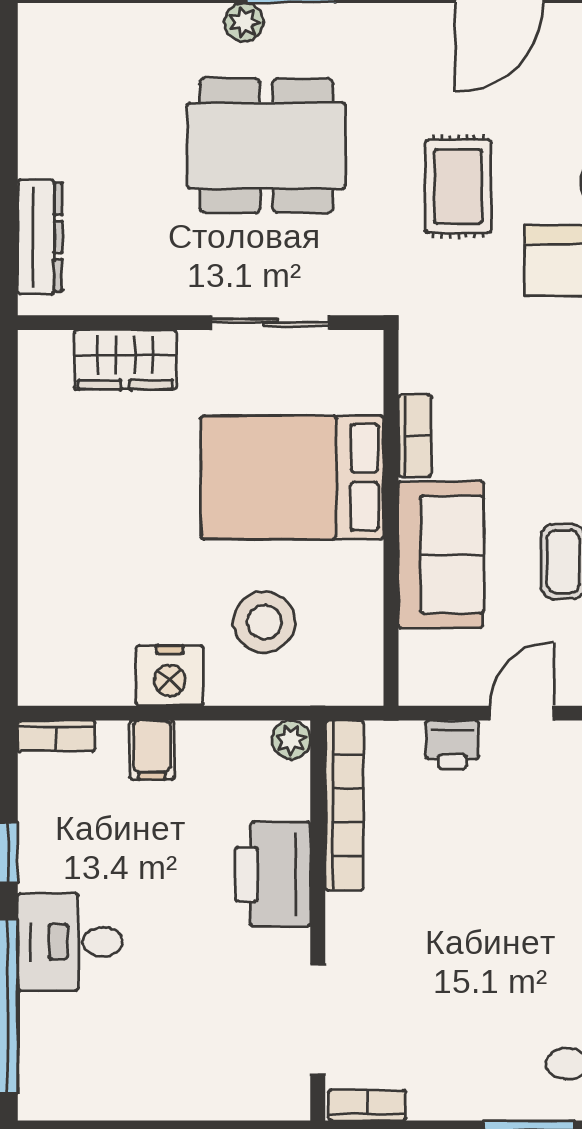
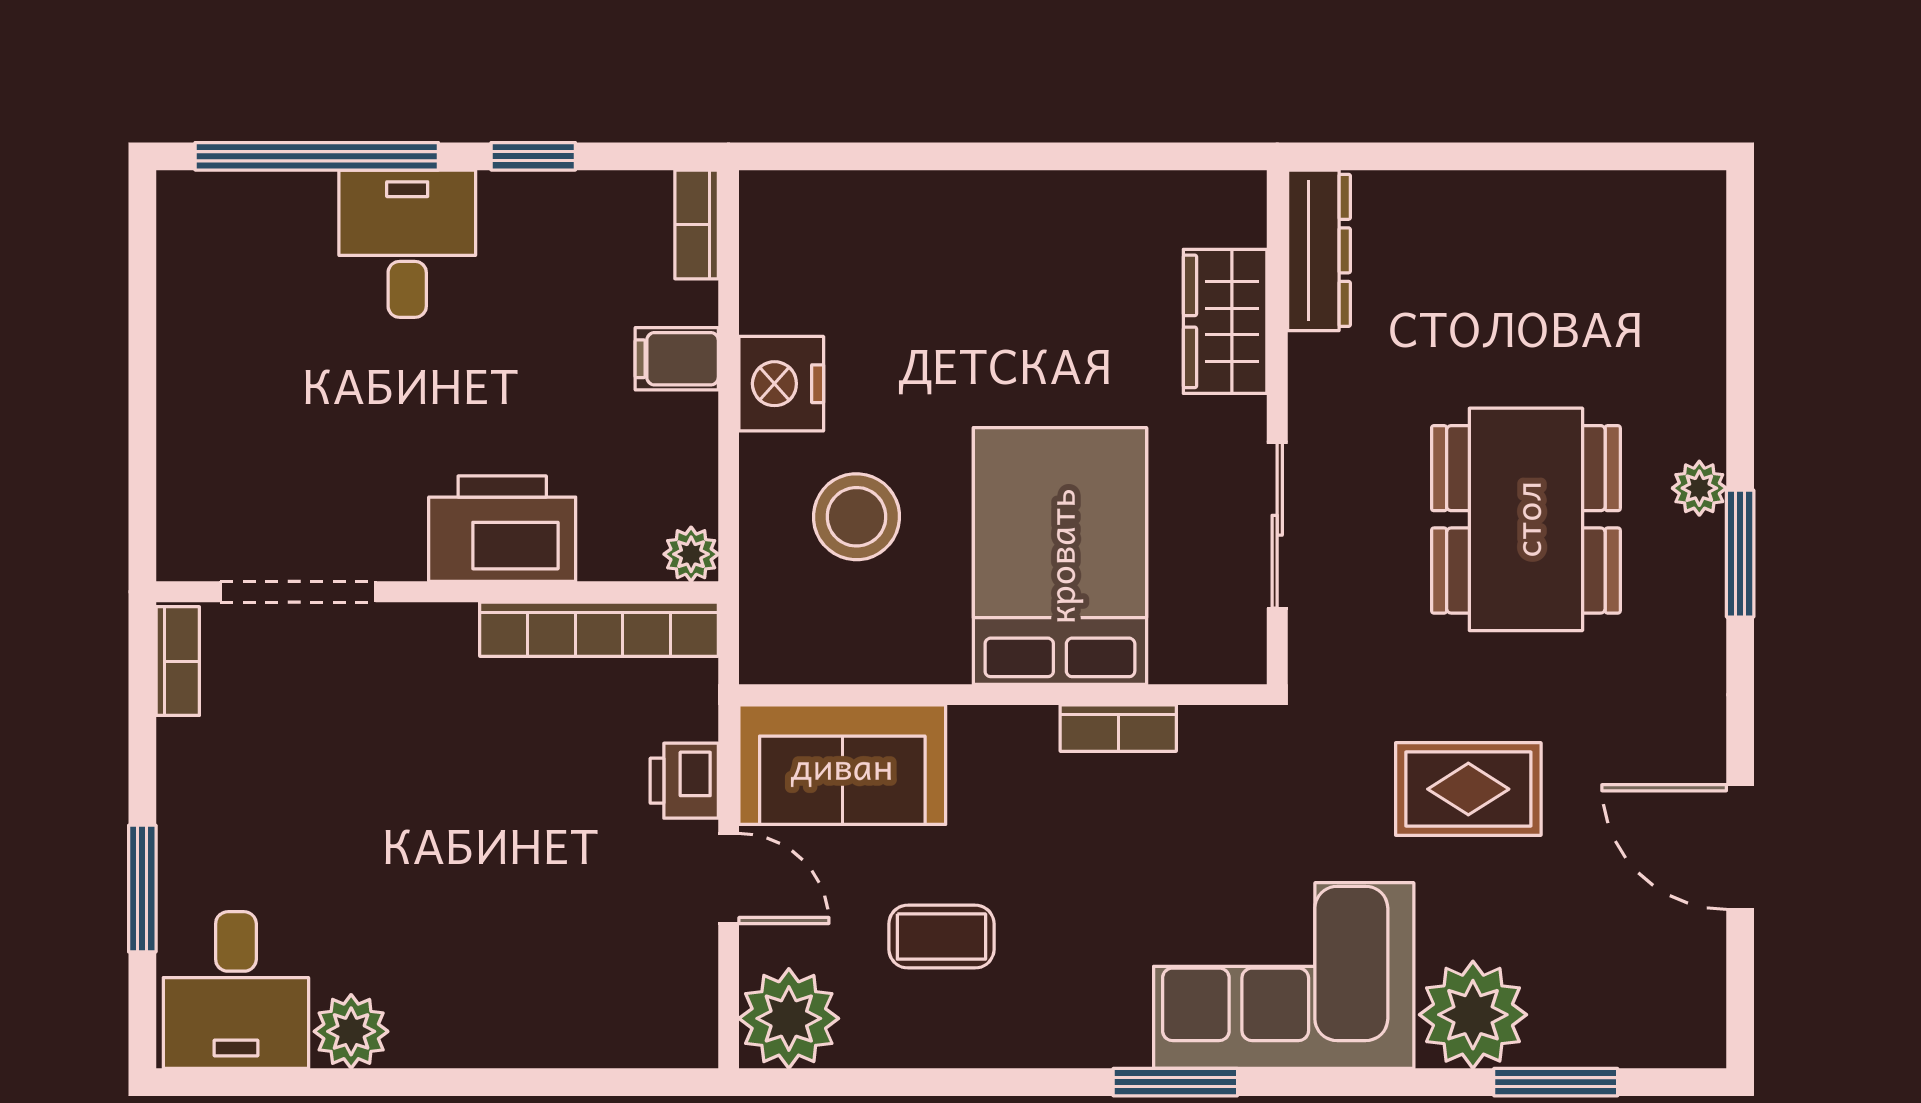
dresser: (40, 237) -> (1319, 250), moved, turned -90
sofa: (441, 555) -> (842, 765), moved

